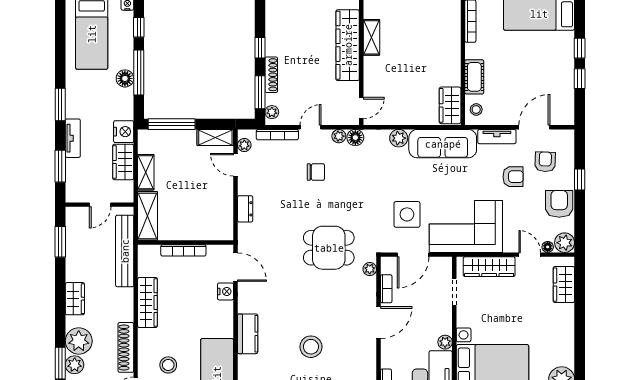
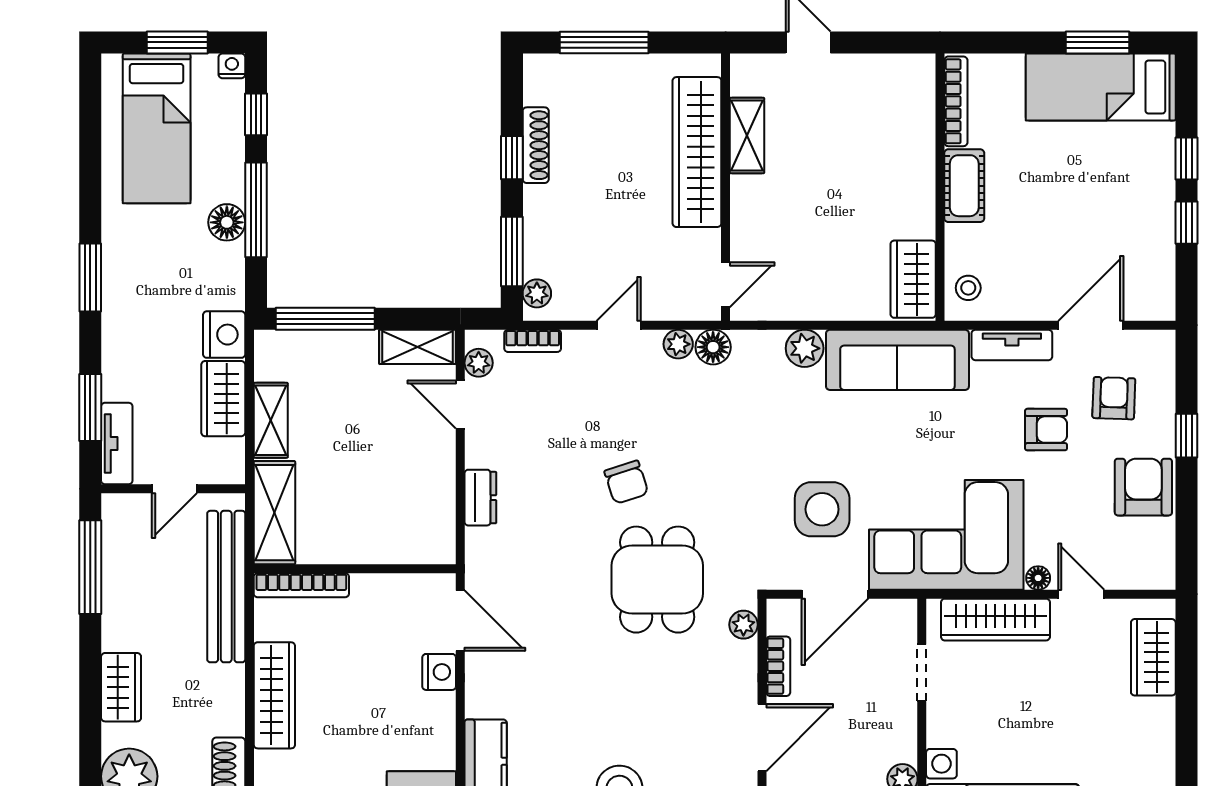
shoe rack: (271, 75) -> (536, 145), moved
cot: (474, 77) -> (964, 186), moved
bookcase: (277, 135) -> (533, 341), width x0.64
tv unit: (73, 138) -> (117, 443), moved
chair: (316, 172) -> (626, 482), moved, turned 72
window: (60, 242) -> (90, 567), width x1.44
plant: (565, 243) -> (1155, 569), removed
floor lamp: (548, 247) -> (1038, 578), moved
dining table: (329, 248) -> (657, 580), turned 90
bookcase: (183, 250) -> (301, 585), moved

